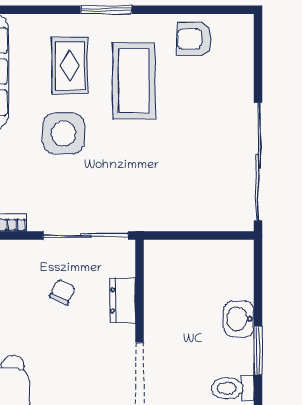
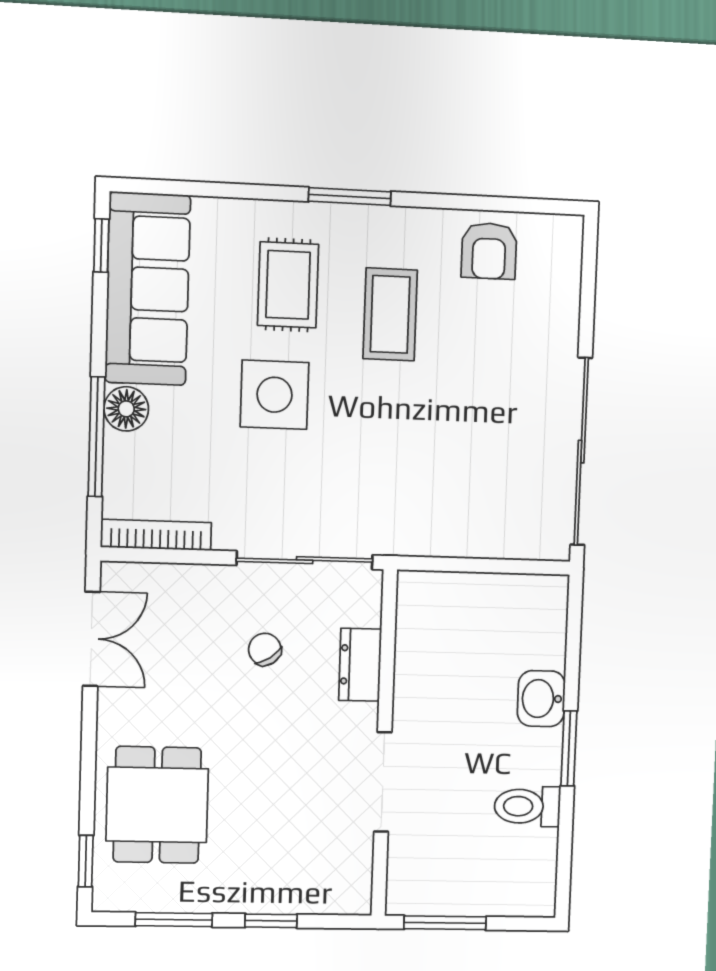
armchair: (194, 39) -> (489, 251), turned -90
coffee table: (134, 81) -> (390, 314), width x0.73, depth x0.76
chair: (62, 292) -> (265, 649), turned -60

